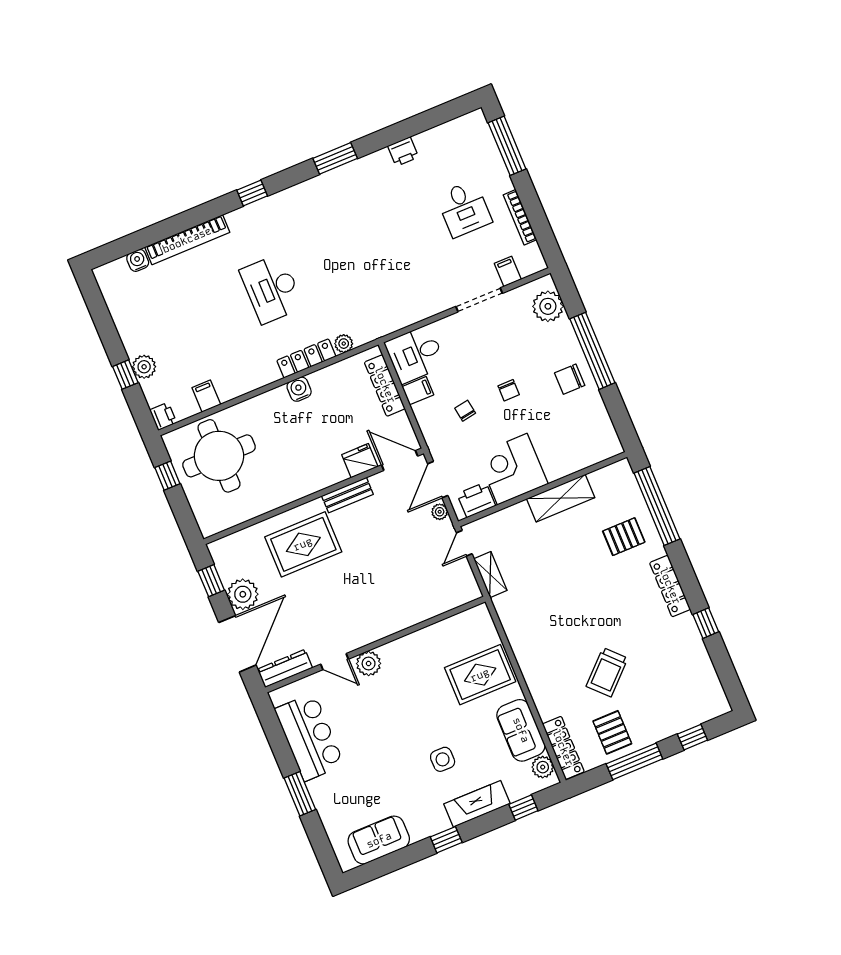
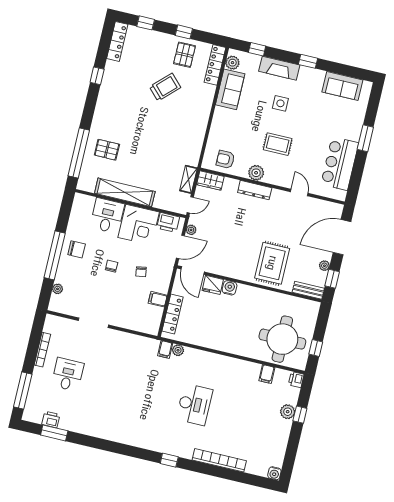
printer: (403, 152) -> (51, 419), moved
window: (335, 158) -> (54, 433), moved
water cooler: (138, 260) -> (274, 473), moved
filing cabinet: (508, 271) -> (165, 349), moved
plant: (548, 306) -> (58, 289), width x0.53, depth x0.53
desk: (415, 354) -> (107, 216), moved, turned -90
locker: (306, 358) -> (202, 356), removed
water cooler: (299, 389) -> (230, 288), moved, turned 180
bench: (347, 495) -> (308, 290), moved
shelving: (561, 498) -> (125, 192), width x1.47
rug: (303, 544) -> (272, 263), turned 90
locker: (670, 586) -> (117, 41), moved
plant: (243, 594) -> (324, 266), width x0.53, depth x0.53
wardrobe: (461, 594) -> (210, 181), added
armchair: (461, 635) -> (225, 159), added
plant: (369, 663) -> (256, 173), moved
dresser: (285, 668) -> (255, 190), moved
rug: (480, 675) -> (278, 144), moved, width x0.73, depth x0.70
window: (634, 761) -> (184, 32), width x0.46

